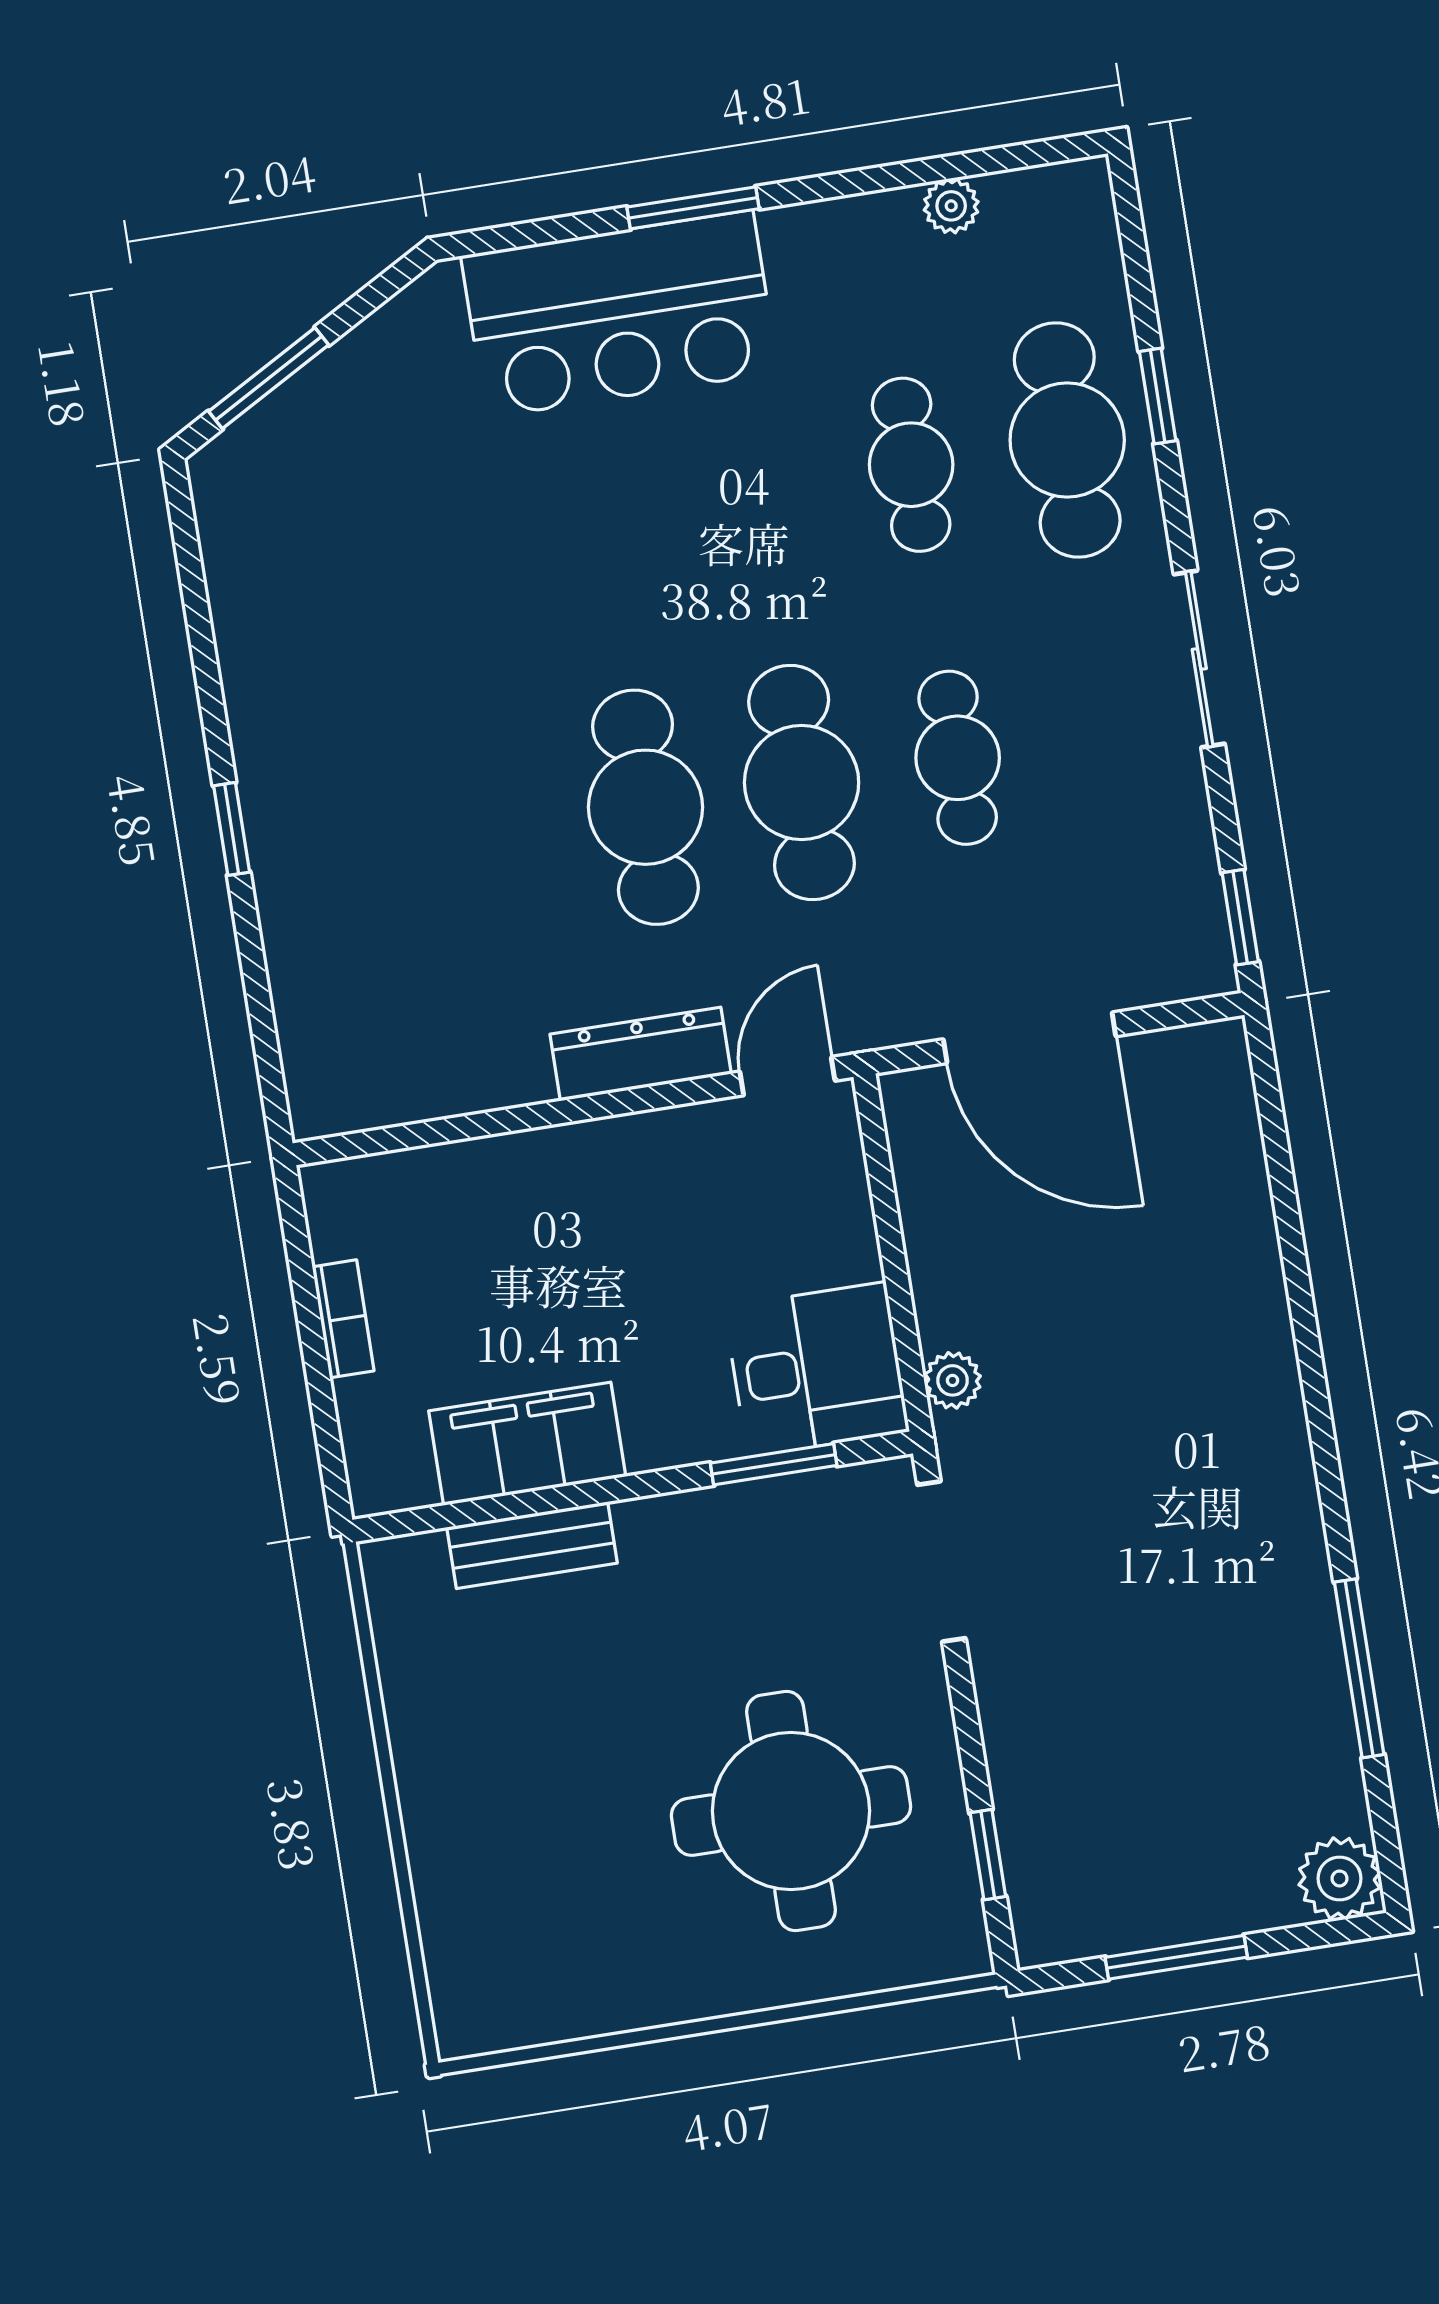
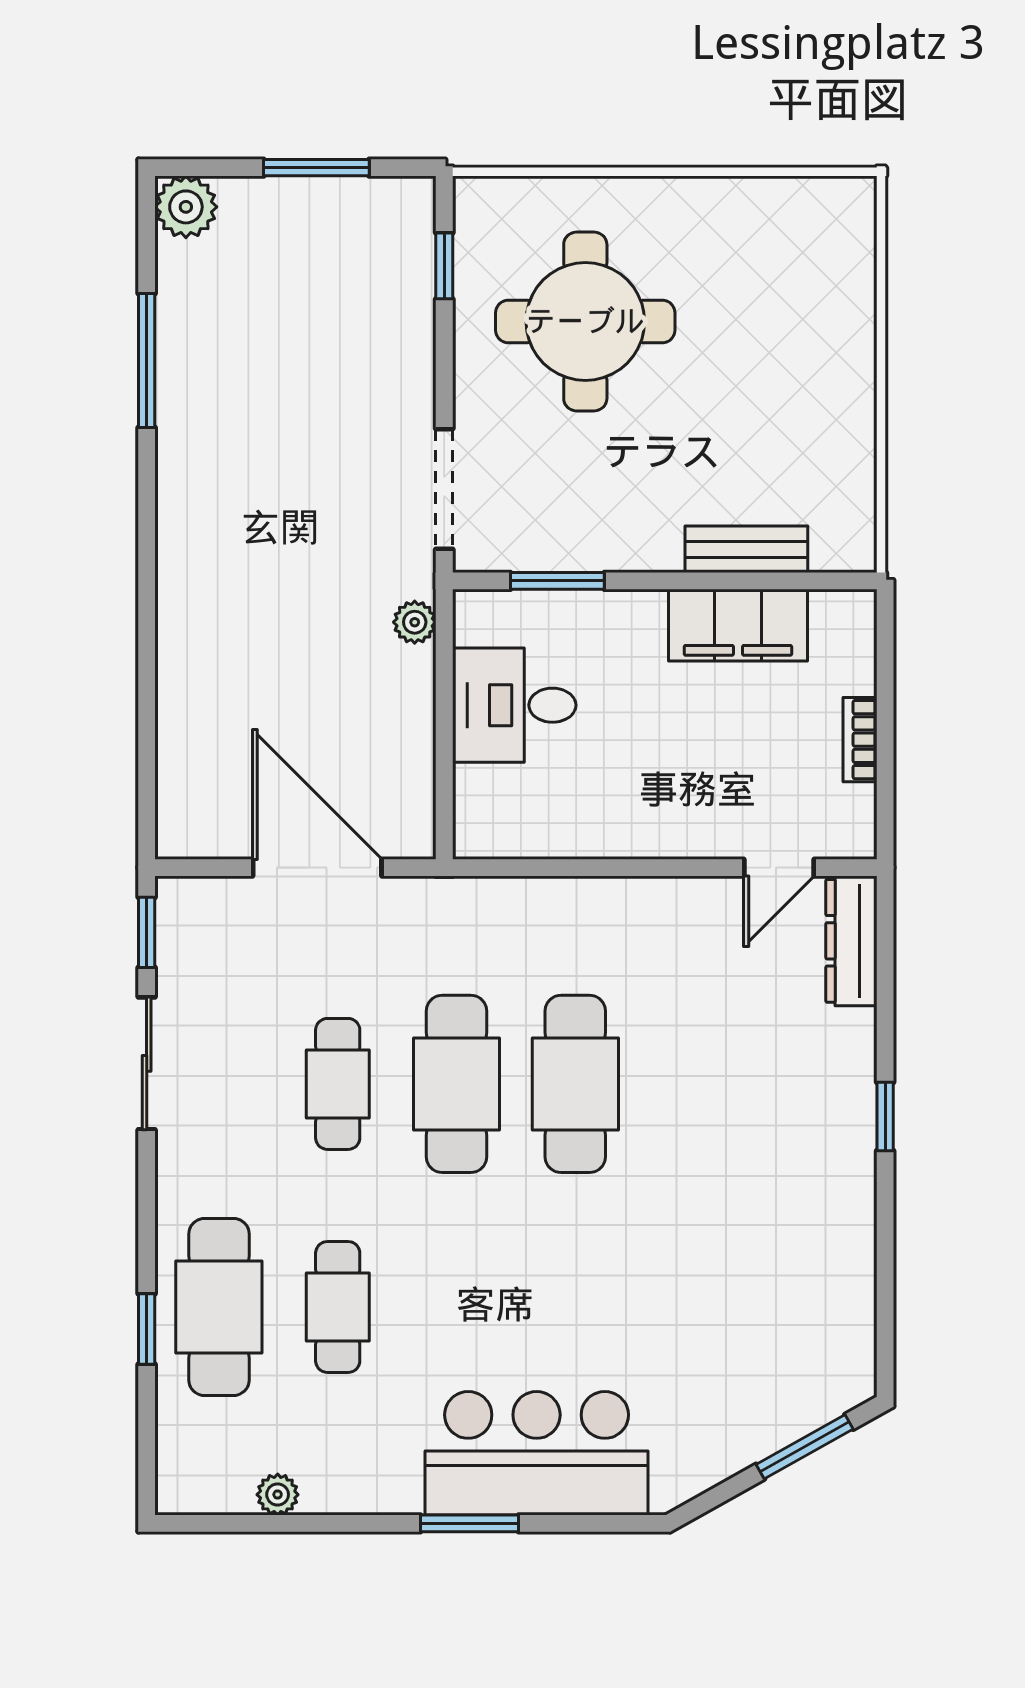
sliding door: (1199, 659) -> (147, 1063), moved
dresser: (641, 1054) -> (851, 941), moved, turned 90
door: (787, 1076) -> (779, 868), moved
desk: (817, 1369) -> (514, 705), moved

